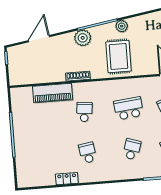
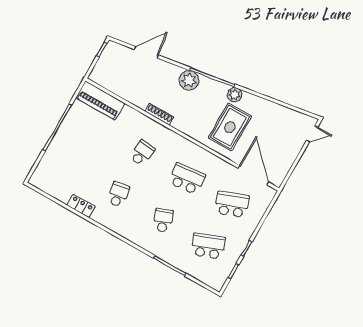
rug: (119, 56) -> (230, 127), moved
piano: (53, 93) -> (100, 100), moved
school desk: (132, 149) -> (163, 220), turned -39

